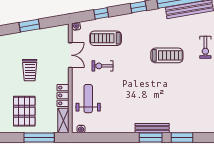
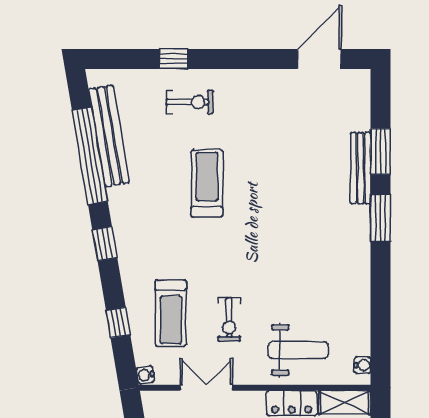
weight bench: (88, 99) -> (298, 350), turned 180
bench: (152, 128) -> (361, 168), moved

